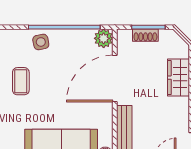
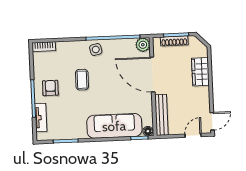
shoe rack: (145, 35) -> (174, 41), width x1.43
door: (115, 79) -> (153, 75), hinge flipped

